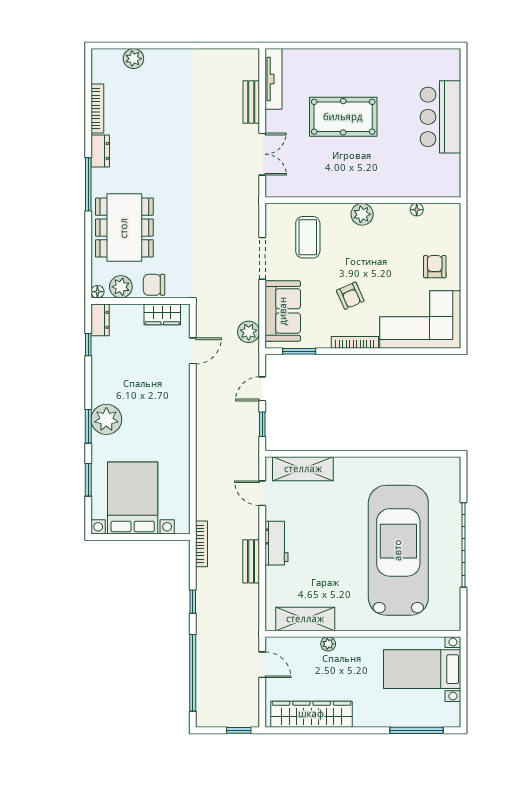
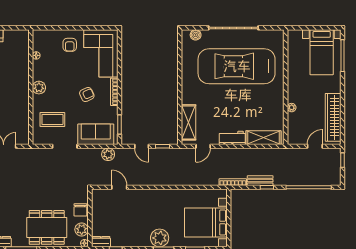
armchair: (435, 267) -> (70, 45), turned -90
wardrobe: (162, 314) -> (98, 205), removed
boiler: (452, 481) -> (196, 35), added
bench: (251, 561) -> (260, 181), moved
shelving: (305, 619) -> (263, 138), moved, turned 90
door: (262, 665) -> (315, 146), moved
bed with nightstands: (422, 669) -> (322, 52), moved

